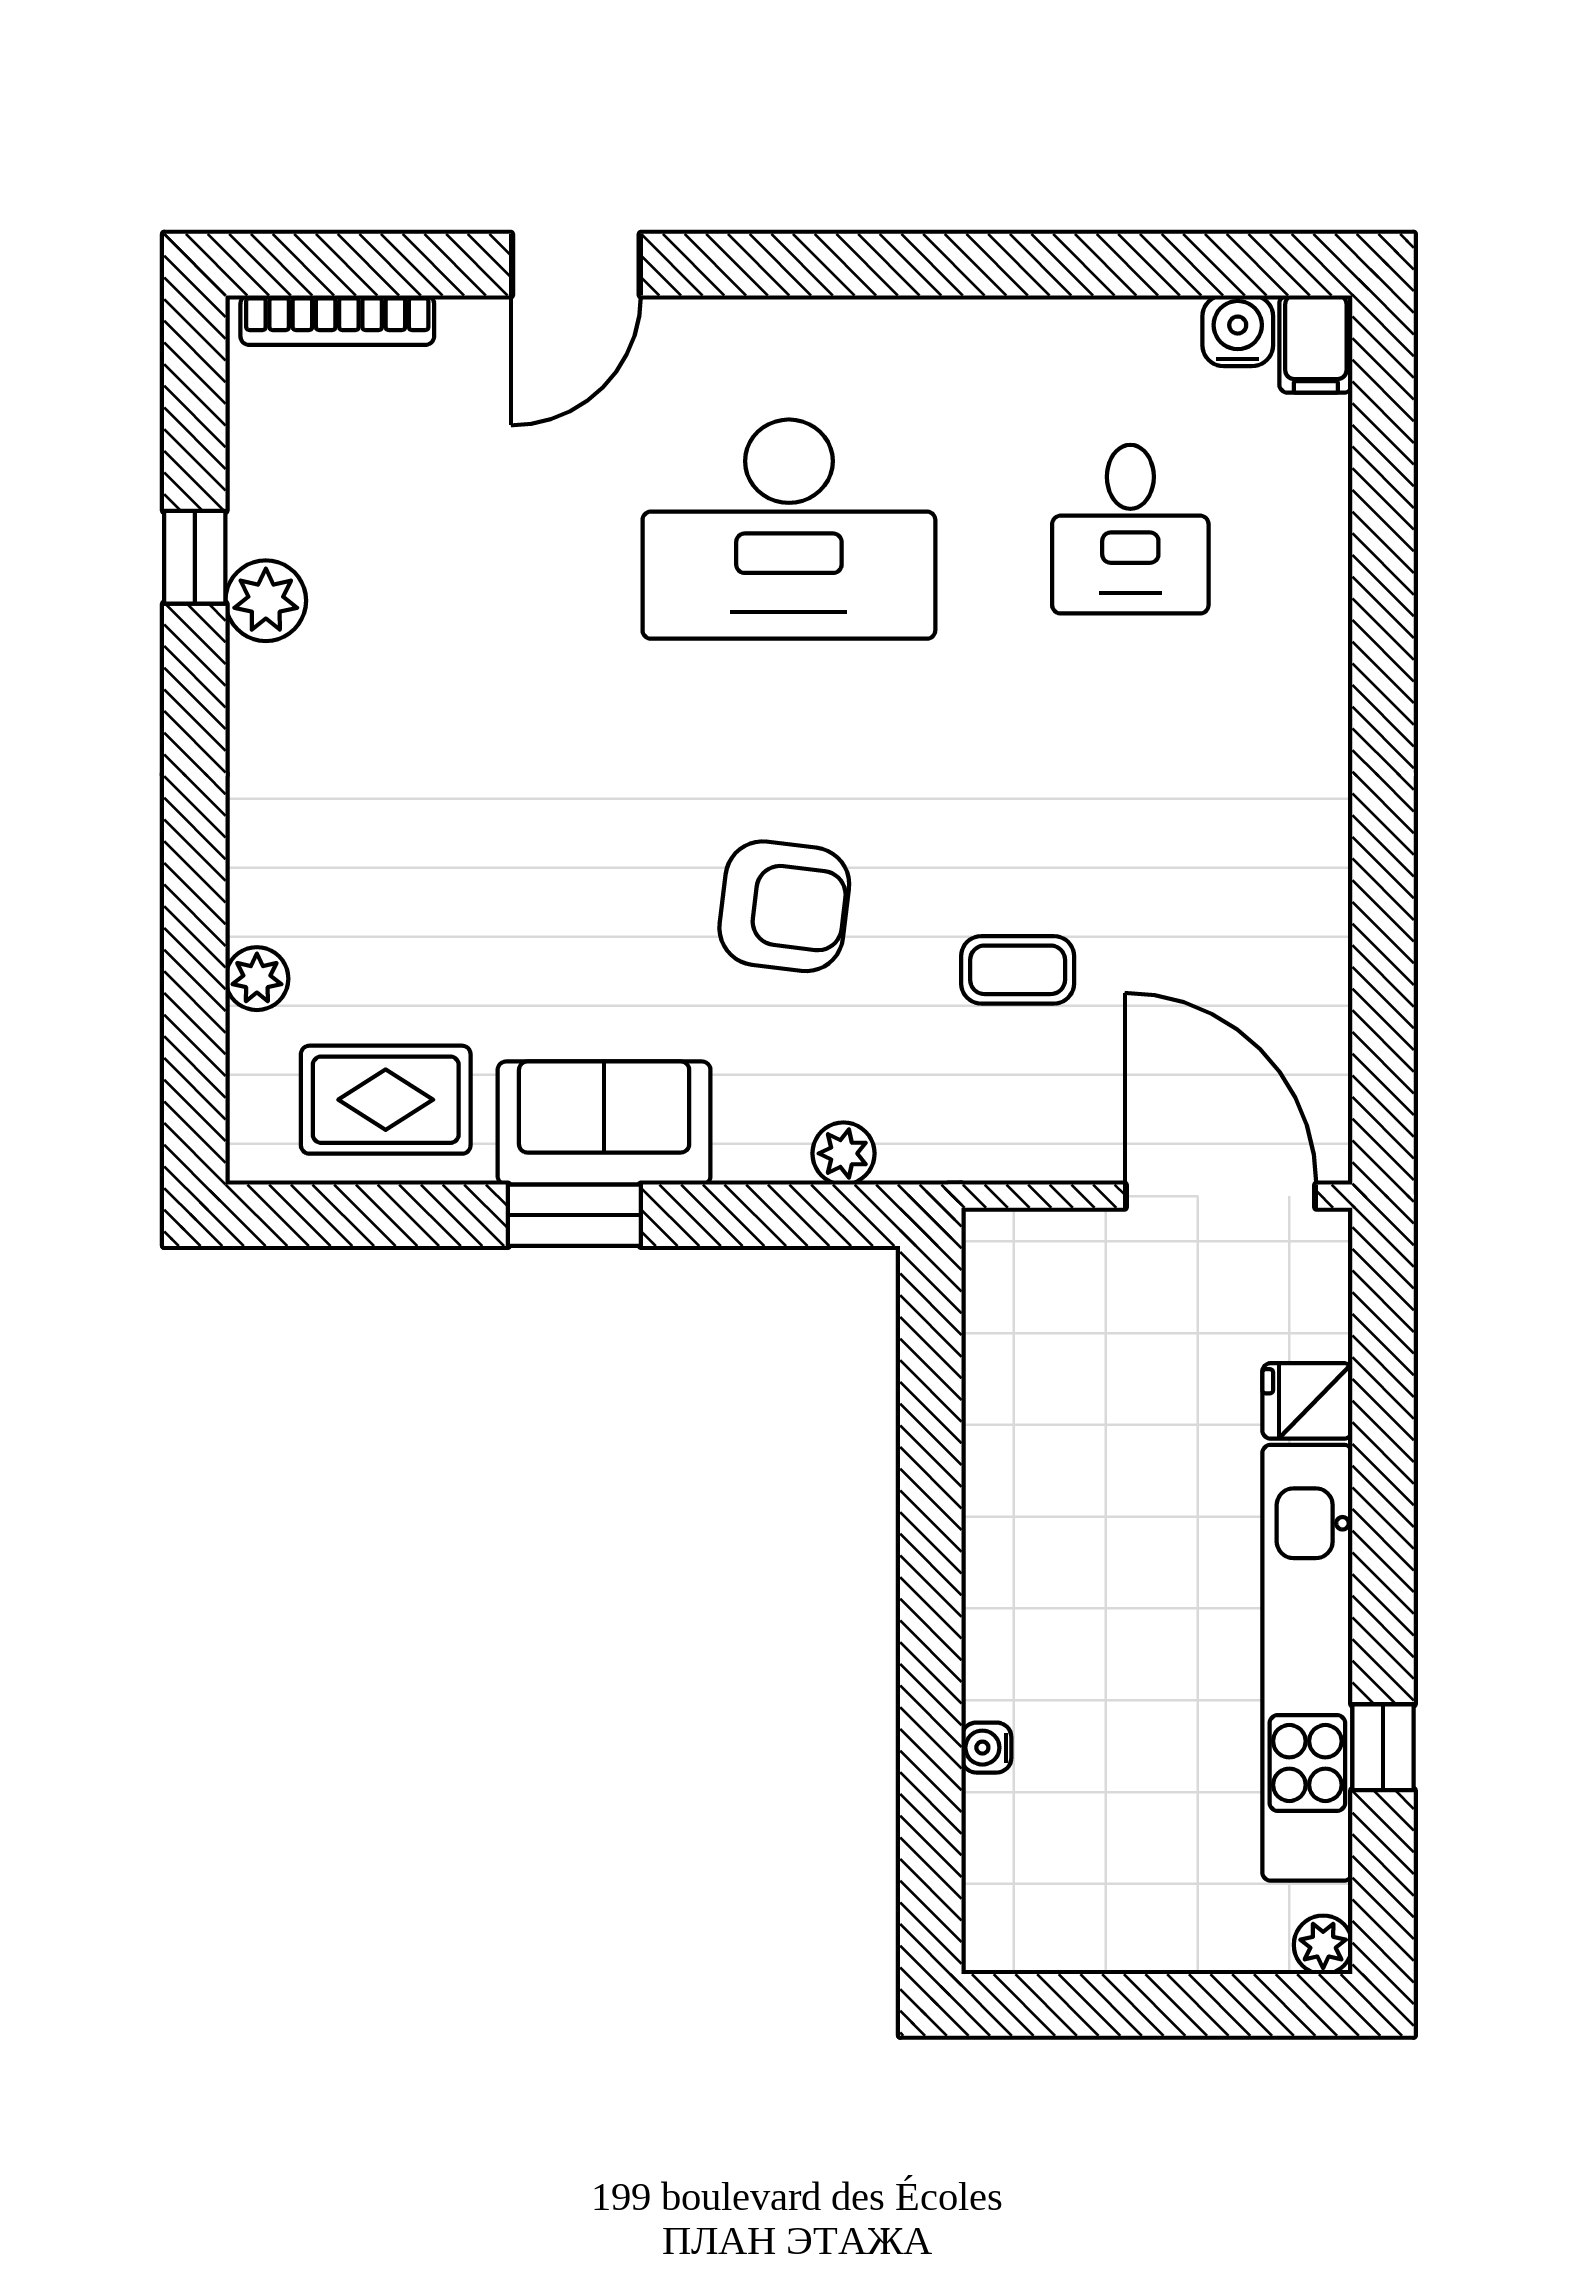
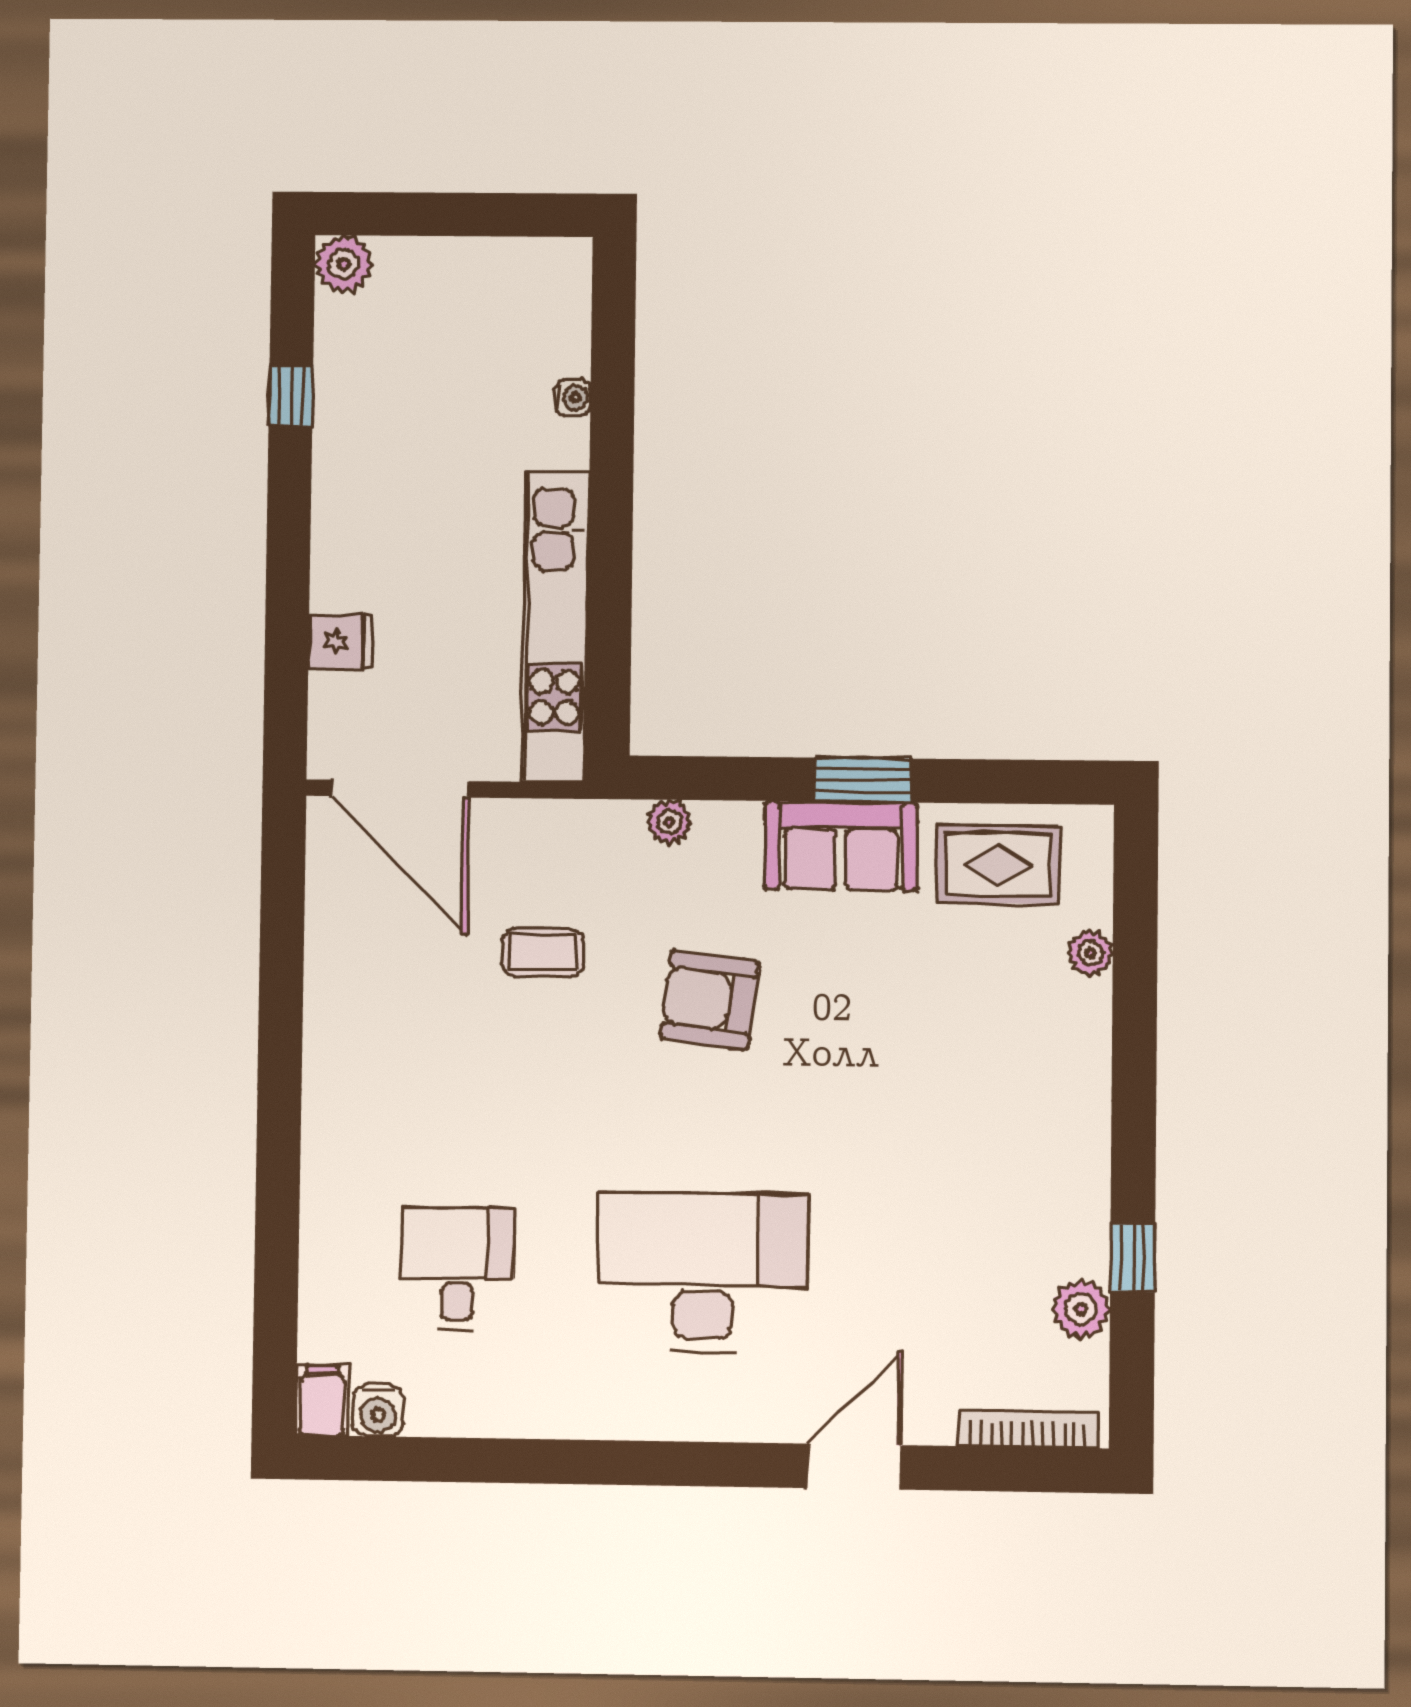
plant: (266, 601) -> (1081, 1309), moved
kitchen unit: (1307, 1663) -> (555, 626), moved, turned 180
plant: (1323, 1945) -> (343, 264), width x1.38, depth x1.38

